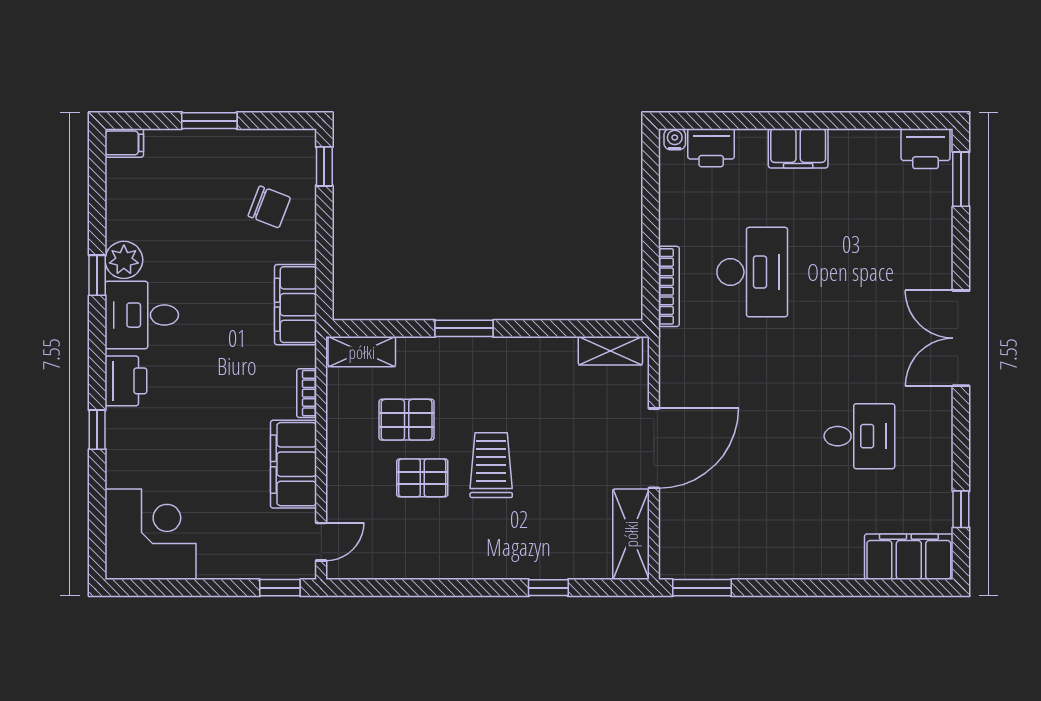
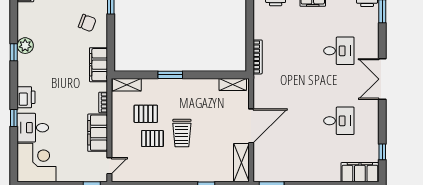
desk: (752, 272) -> (339, 51), moved, width x0.73
desk: (142, 315) -> (33, 128), moved
trolley: (491, 465) -> (182, 133), turned 180

